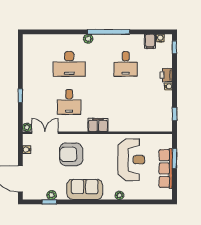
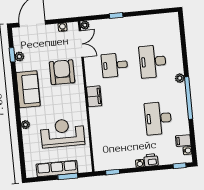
desk: (126, 64) -> (158, 118), width x1.37
reception desk: (131, 160) -> (62, 133), turned 180

